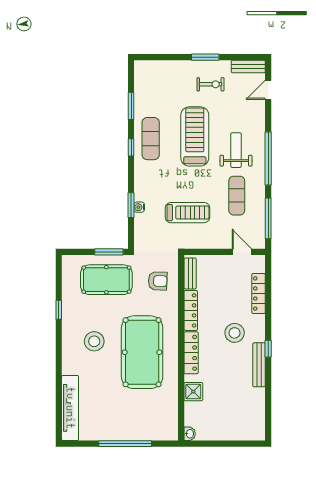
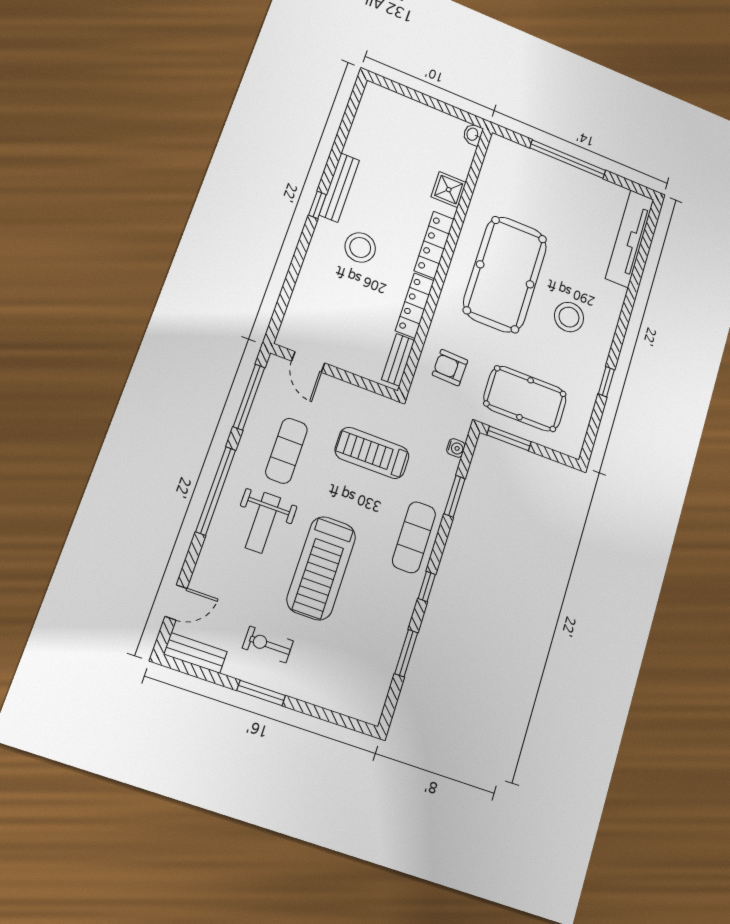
exercise mat: (151, 139) -> (414, 537), moved
water cooler: (139, 207) -> (456, 448), moved
locker: (259, 293) -> (304, 290), removed

